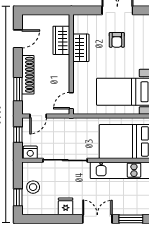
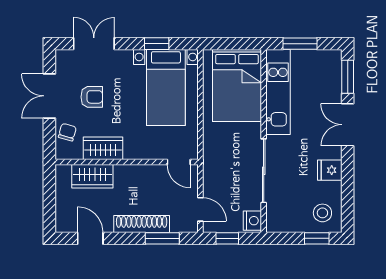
chair: (92, 23) -> (67, 132), added
stool: (33, 187) -> (322, 213), moved

